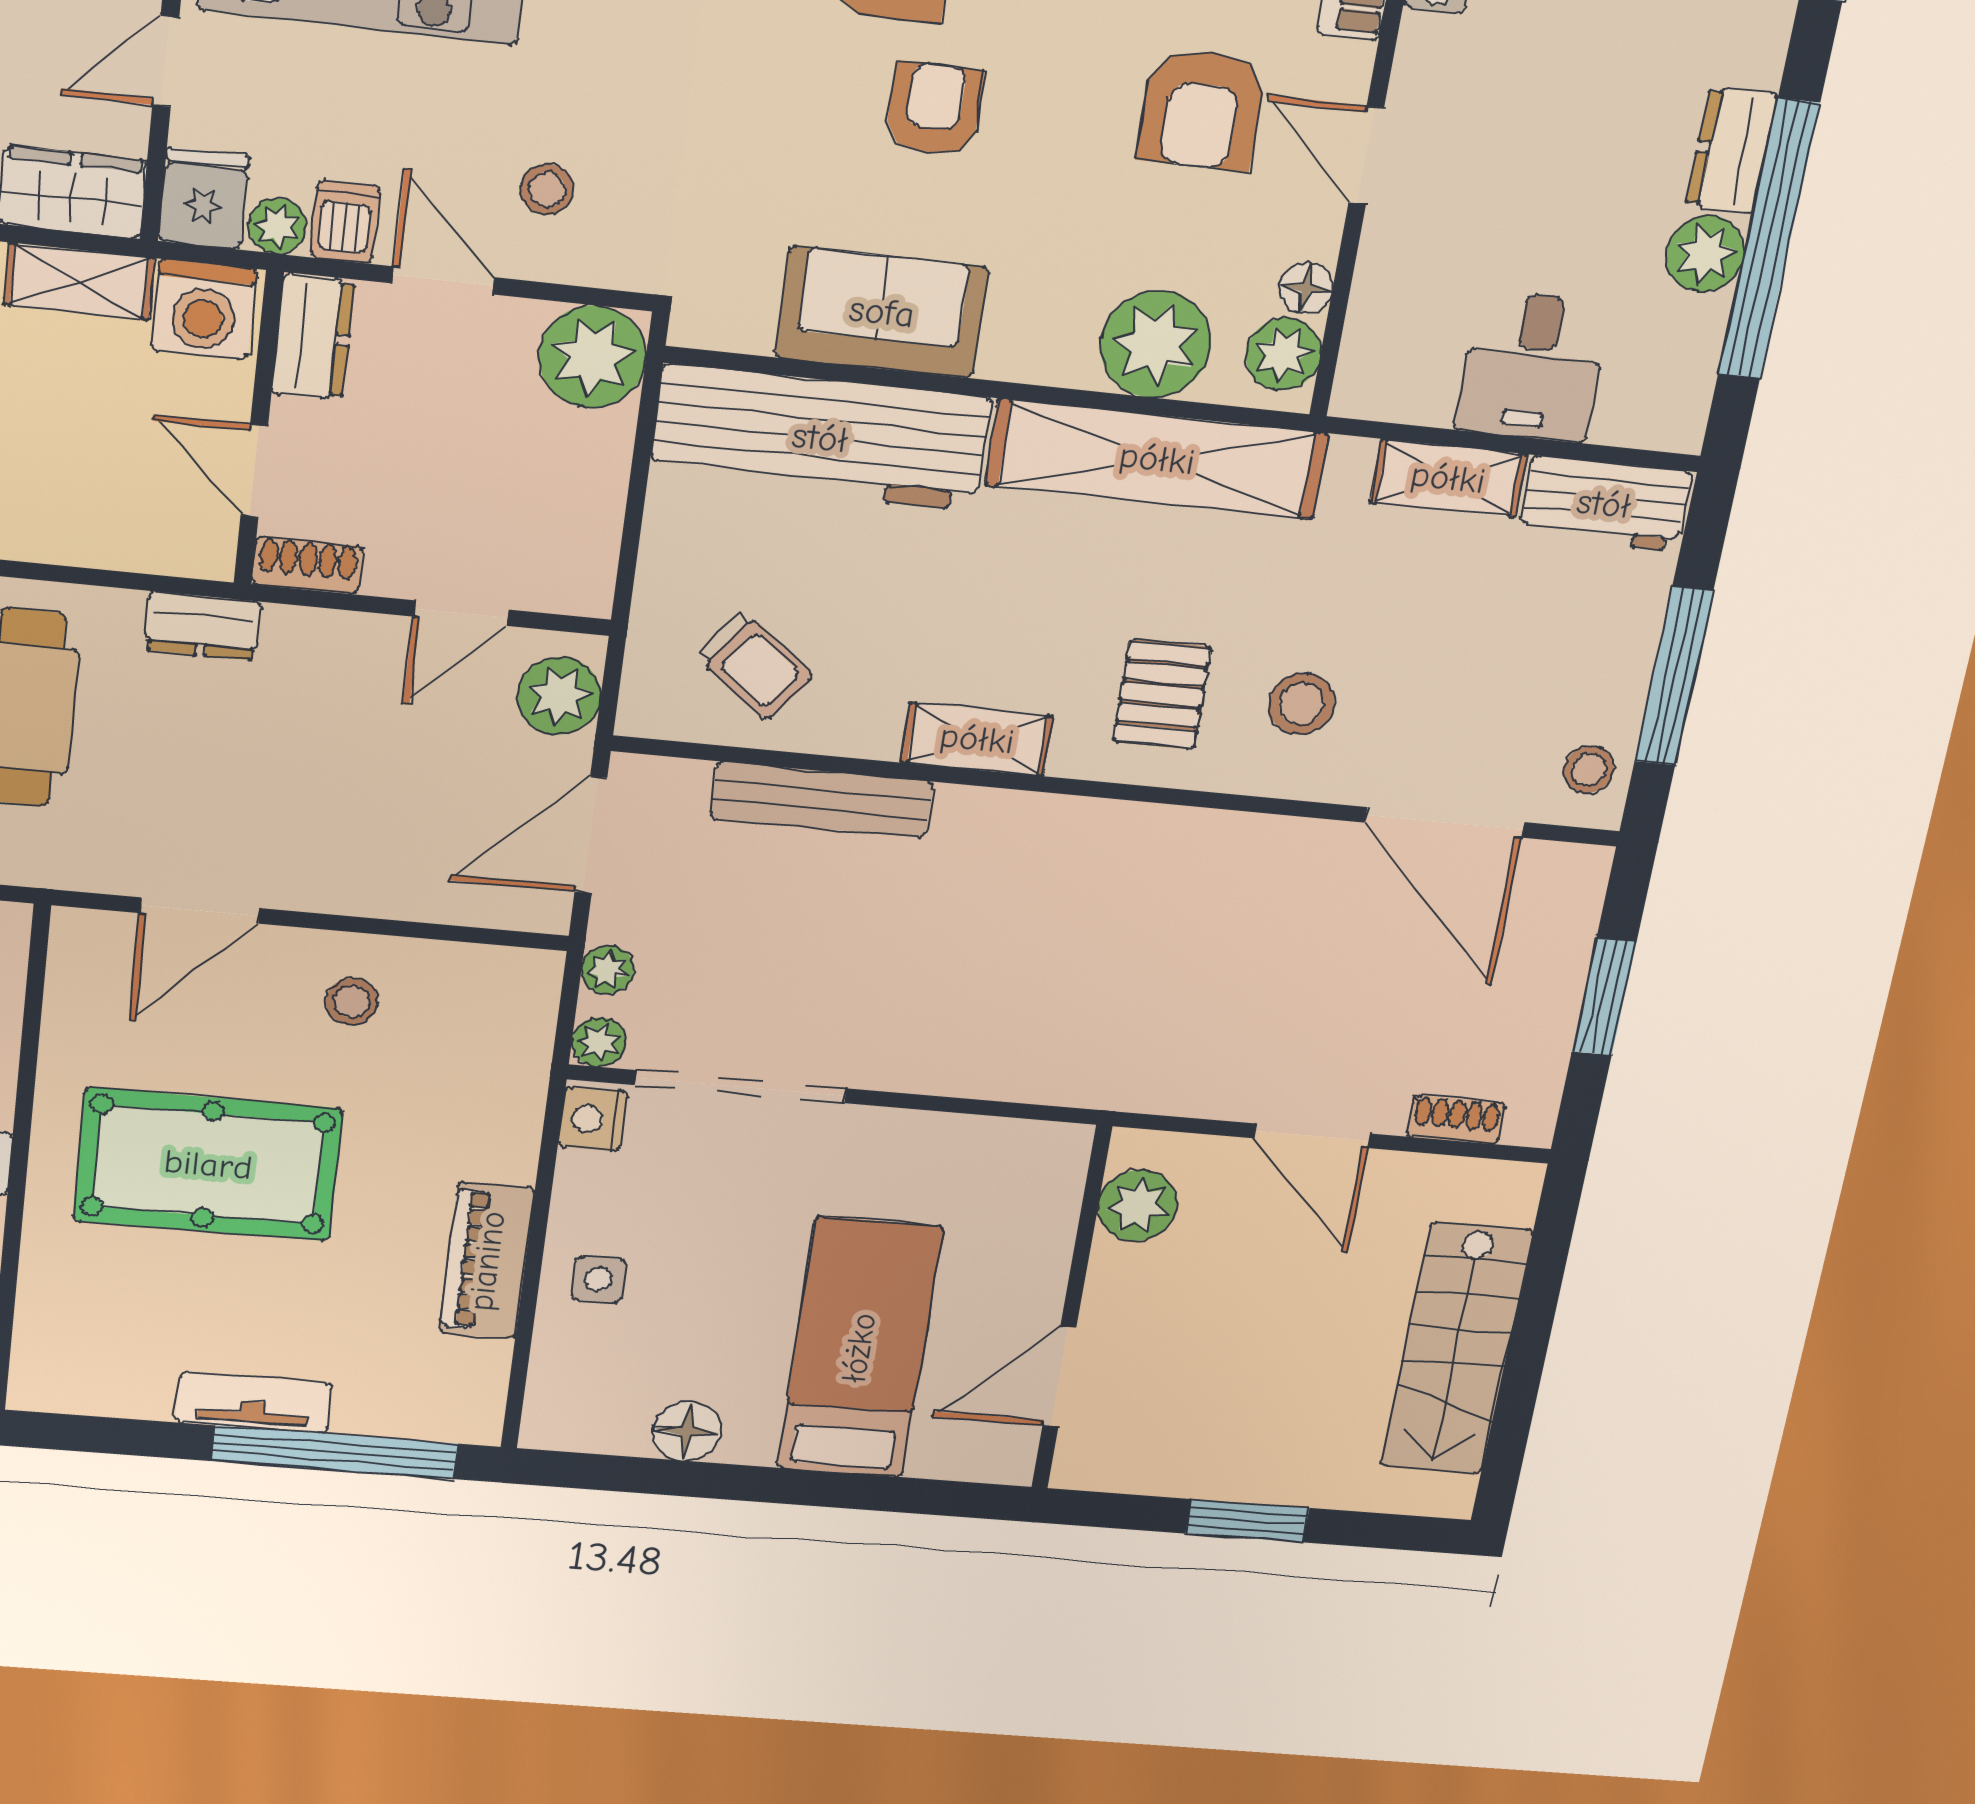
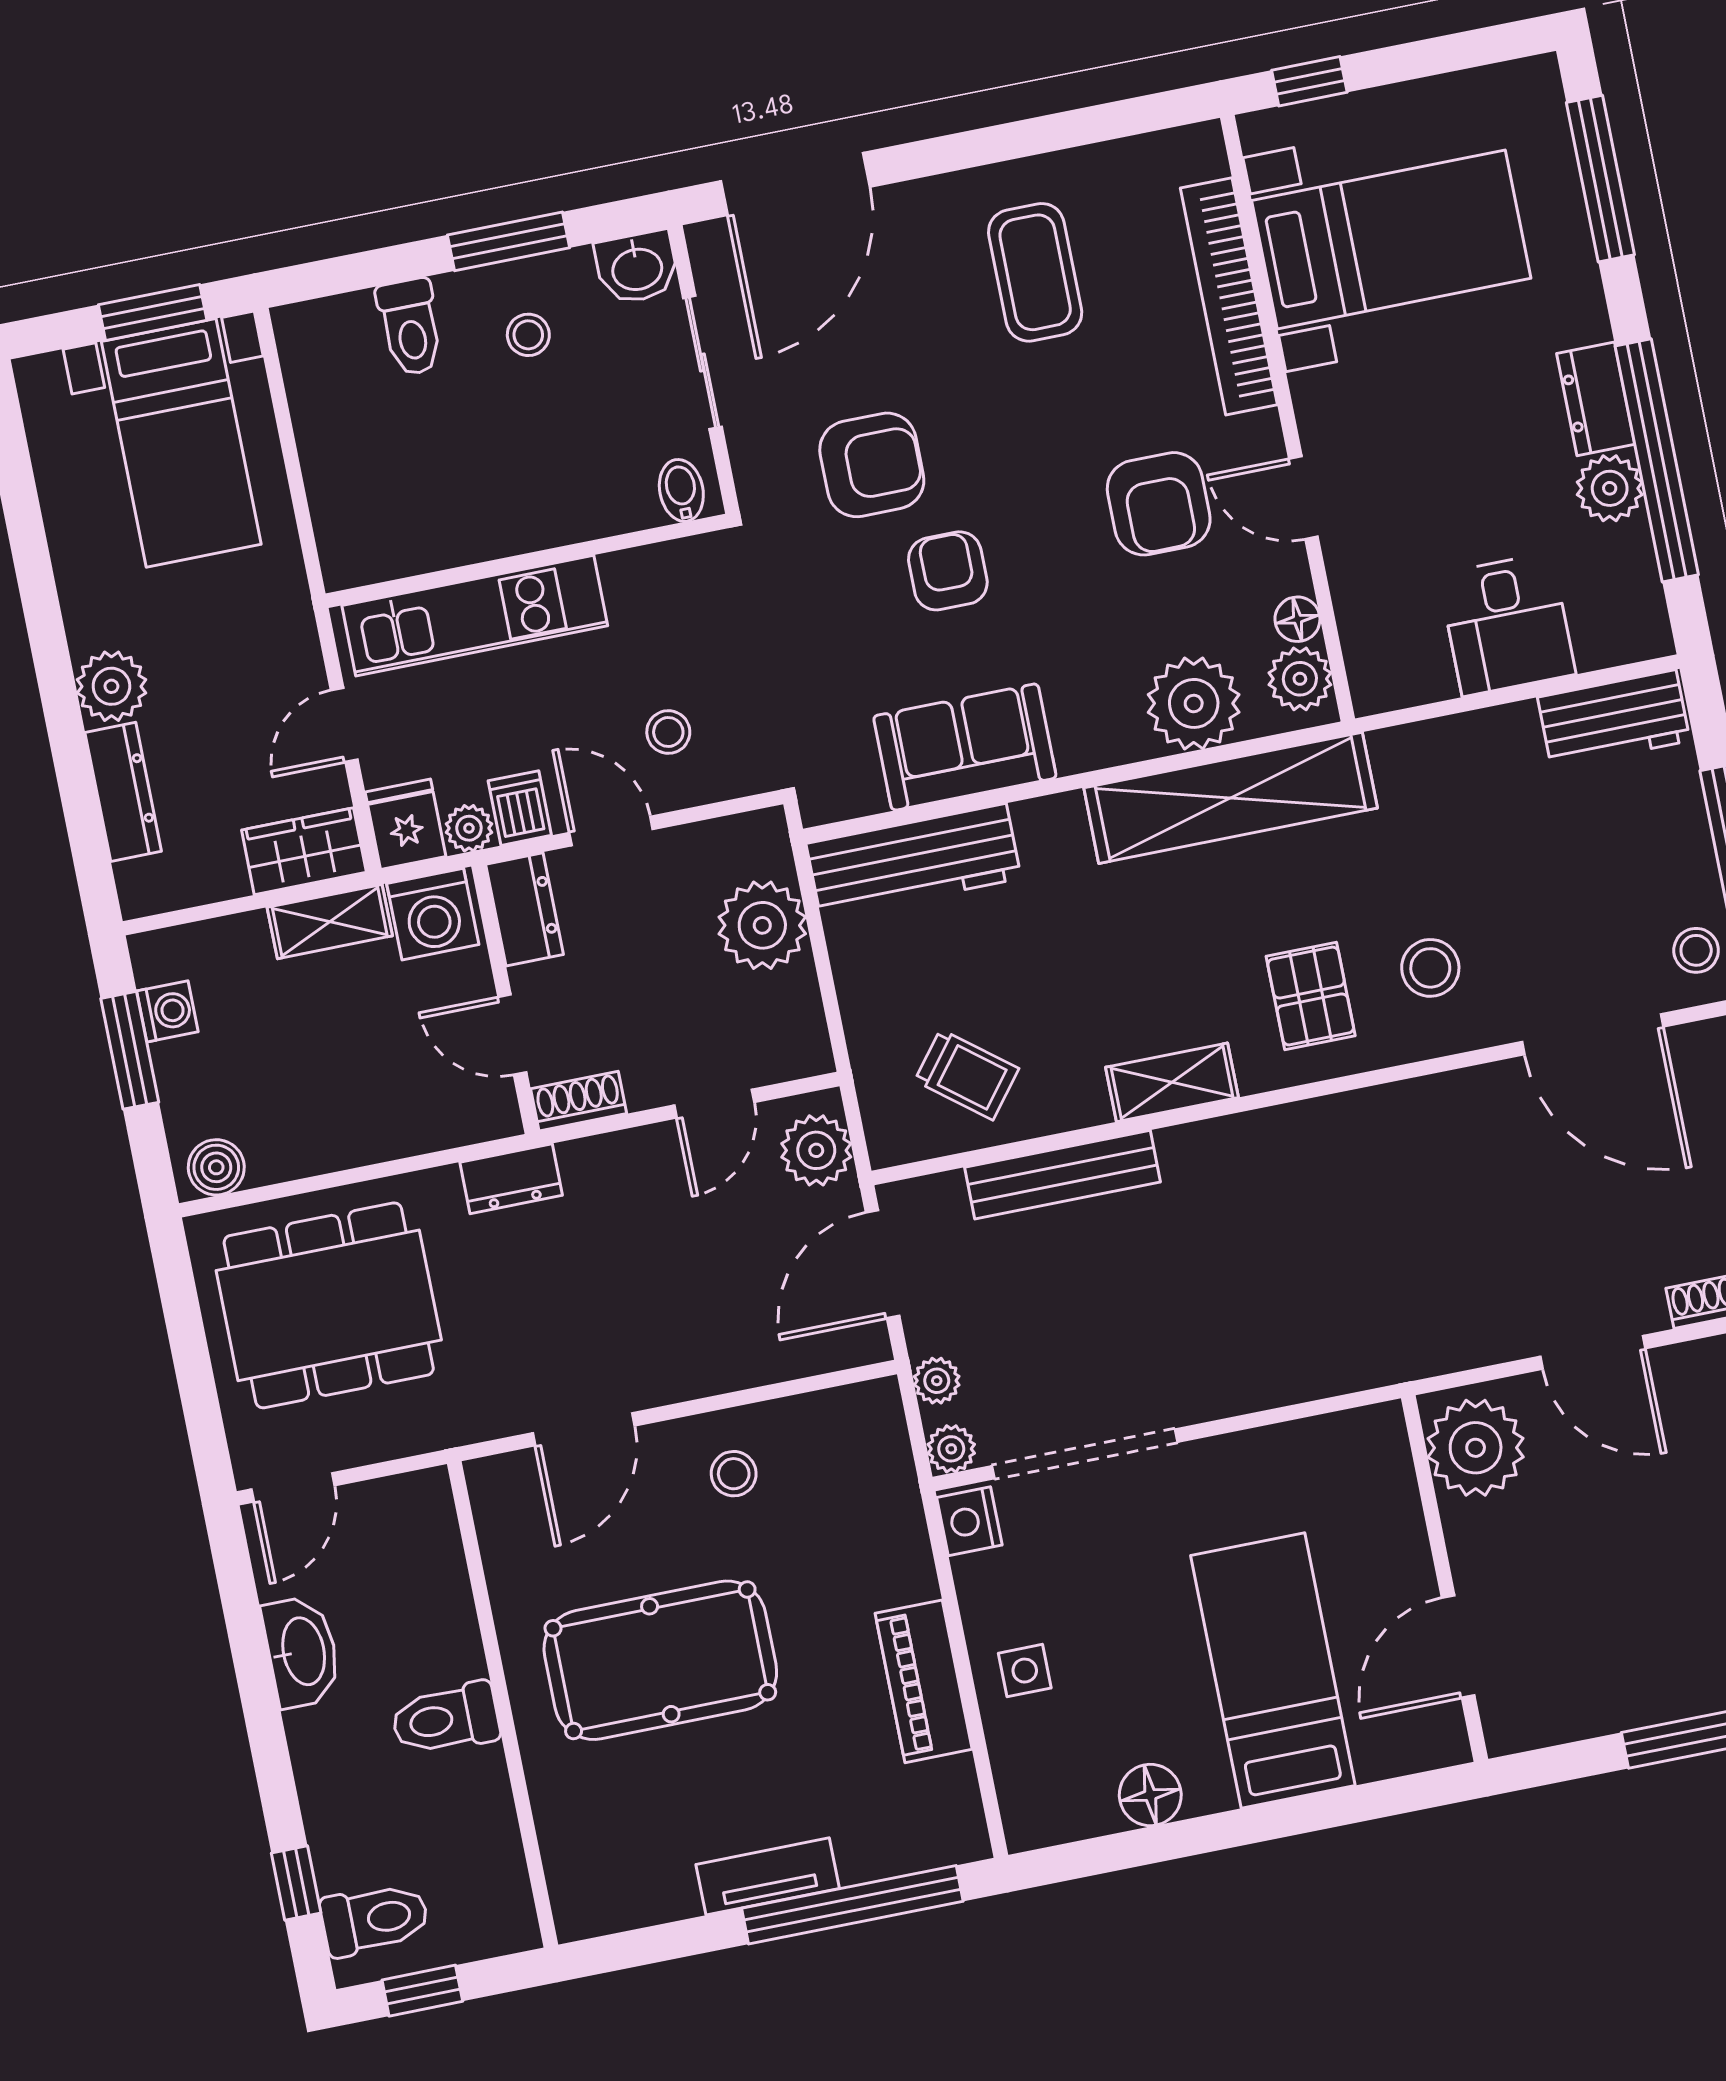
plant: (592, 357) -> (762, 925), moved
workbench: (820, 438) -> (914, 861), width x0.73, depth x0.76
shelving: (1448, 478) -> (1476, 739), removed
plant: (1138, 1206) -> (1476, 1448), width x1.36, depth x1.36

